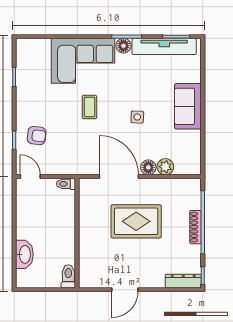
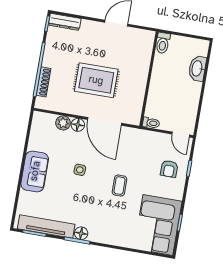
corner sofa: (83, 61) -> (158, 225), moved, turned -90
armchair: (37, 136) -> (169, 169), turned -97
shoe rack: (195, 227) -> (43, 82), moved

